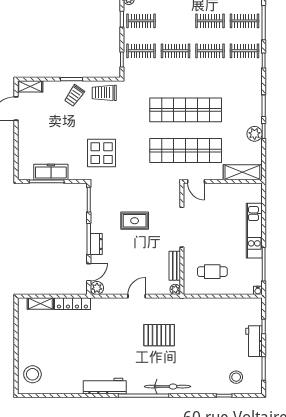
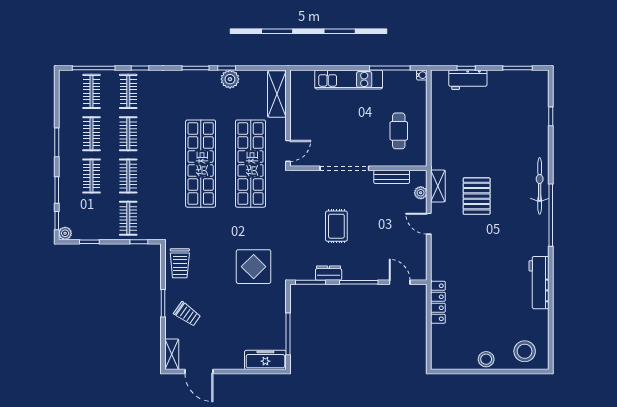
clothes rail: (141, 21) -> (92, 176), moved
trolley: (74, 96) -> (187, 314), moved
freezer: (51, 172) -> (265, 360), moved, turned 90
dresser: (96, 244) -> (329, 273), moved
plant: (97, 288) -> (419, 272), removed
plant: (175, 289) -> (421, 193), moved
shelving: (40, 304) -> (438, 186), moved
workbench: (254, 341) -> (468, 80), moved
stool: (236, 377) -> (486, 359), moved
workbench: (105, 386) -> (539, 283), moved

